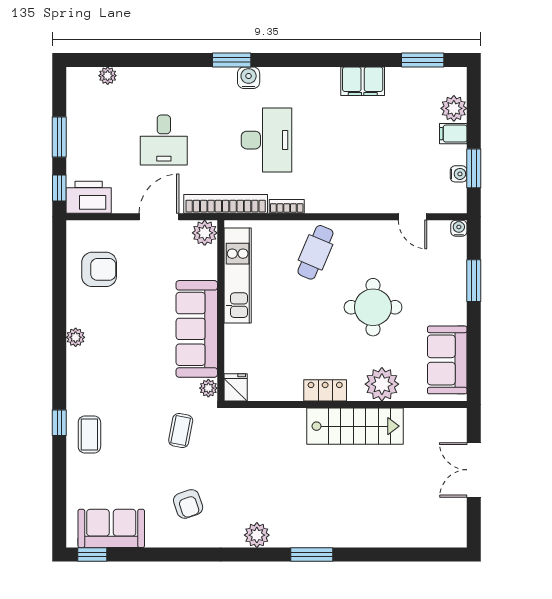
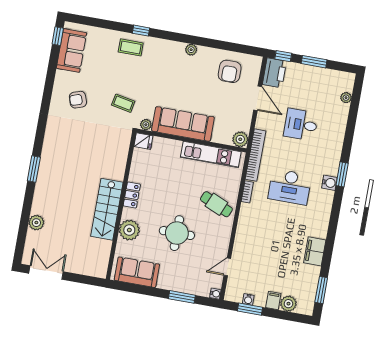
door: (159, 217) -> (258, 98), moved
double door: (474, 470) -> (46, 272), moved
plant: (257, 535) -> (36, 223), moved

